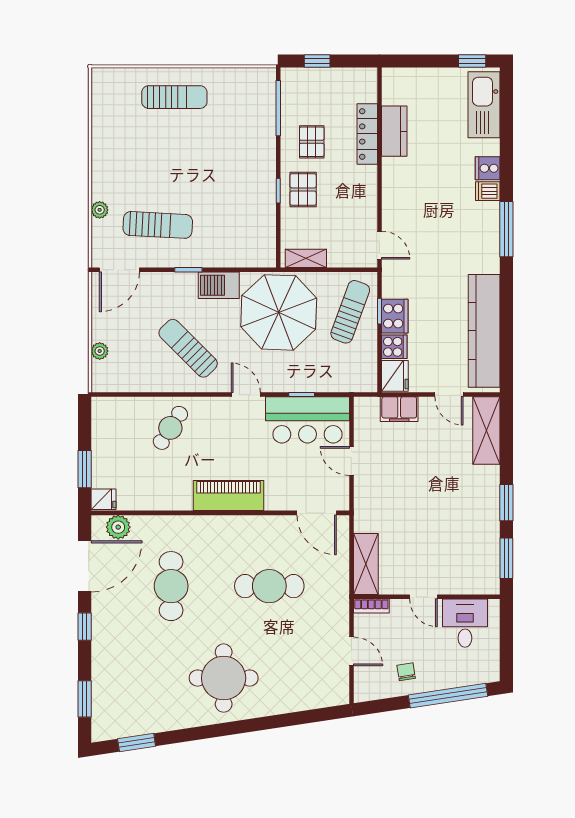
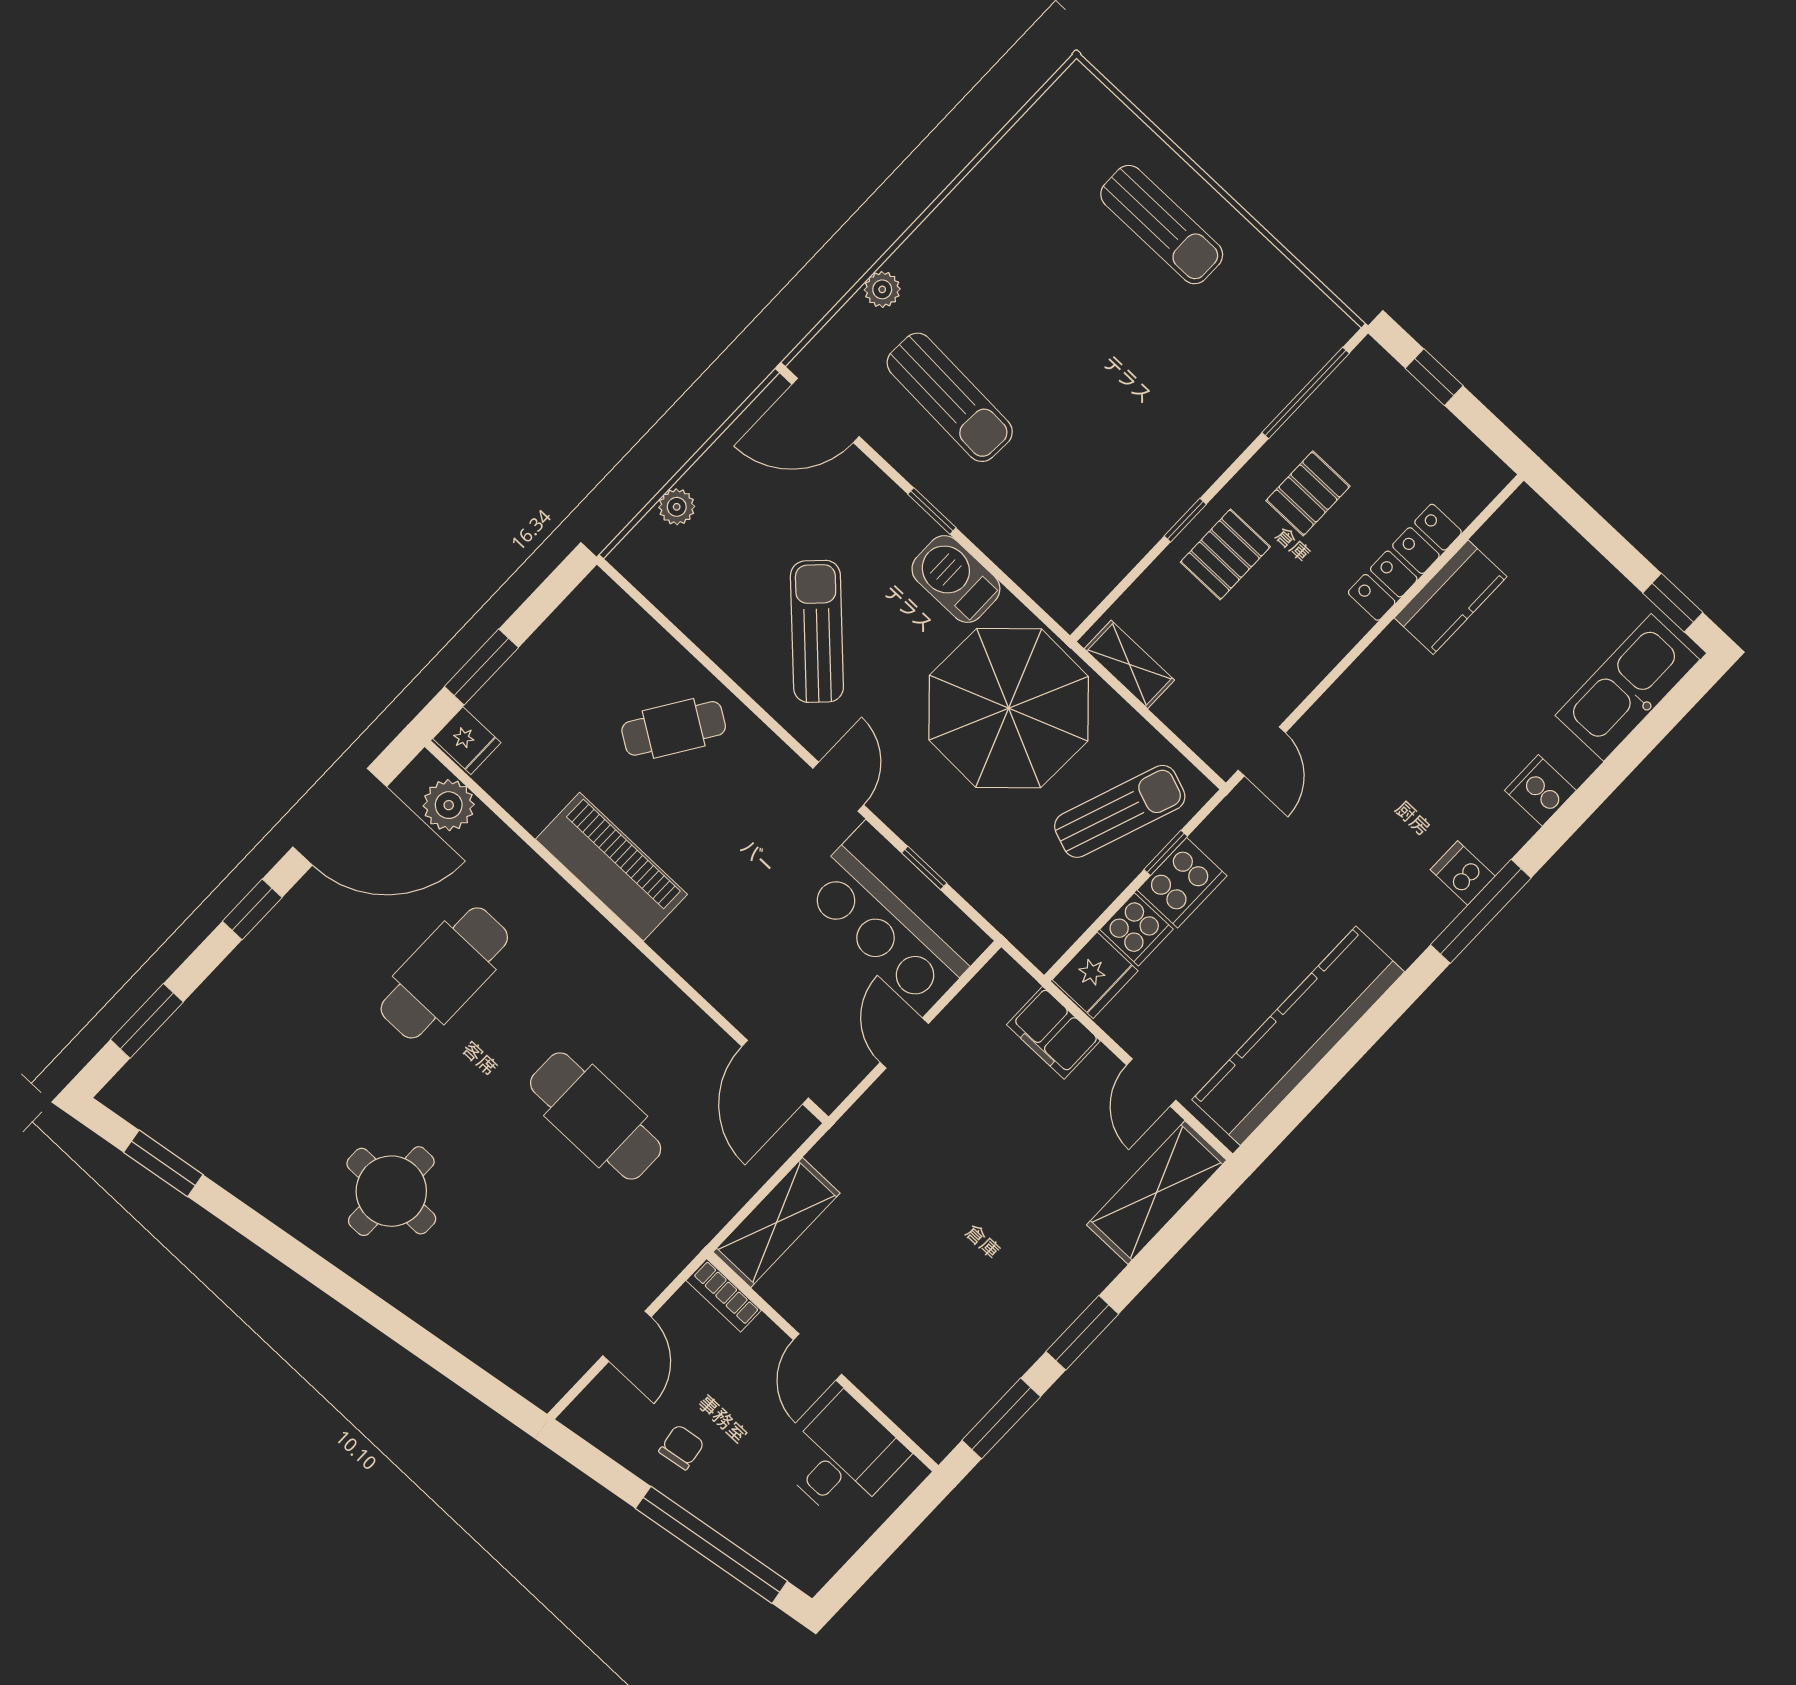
dishwasher: (488, 191) -> (1463, 873), moved
piano: (228, 495) -> (611, 867), moved
round table: (224, 678) -> (391, 1191), width x0.73, depth x0.73

